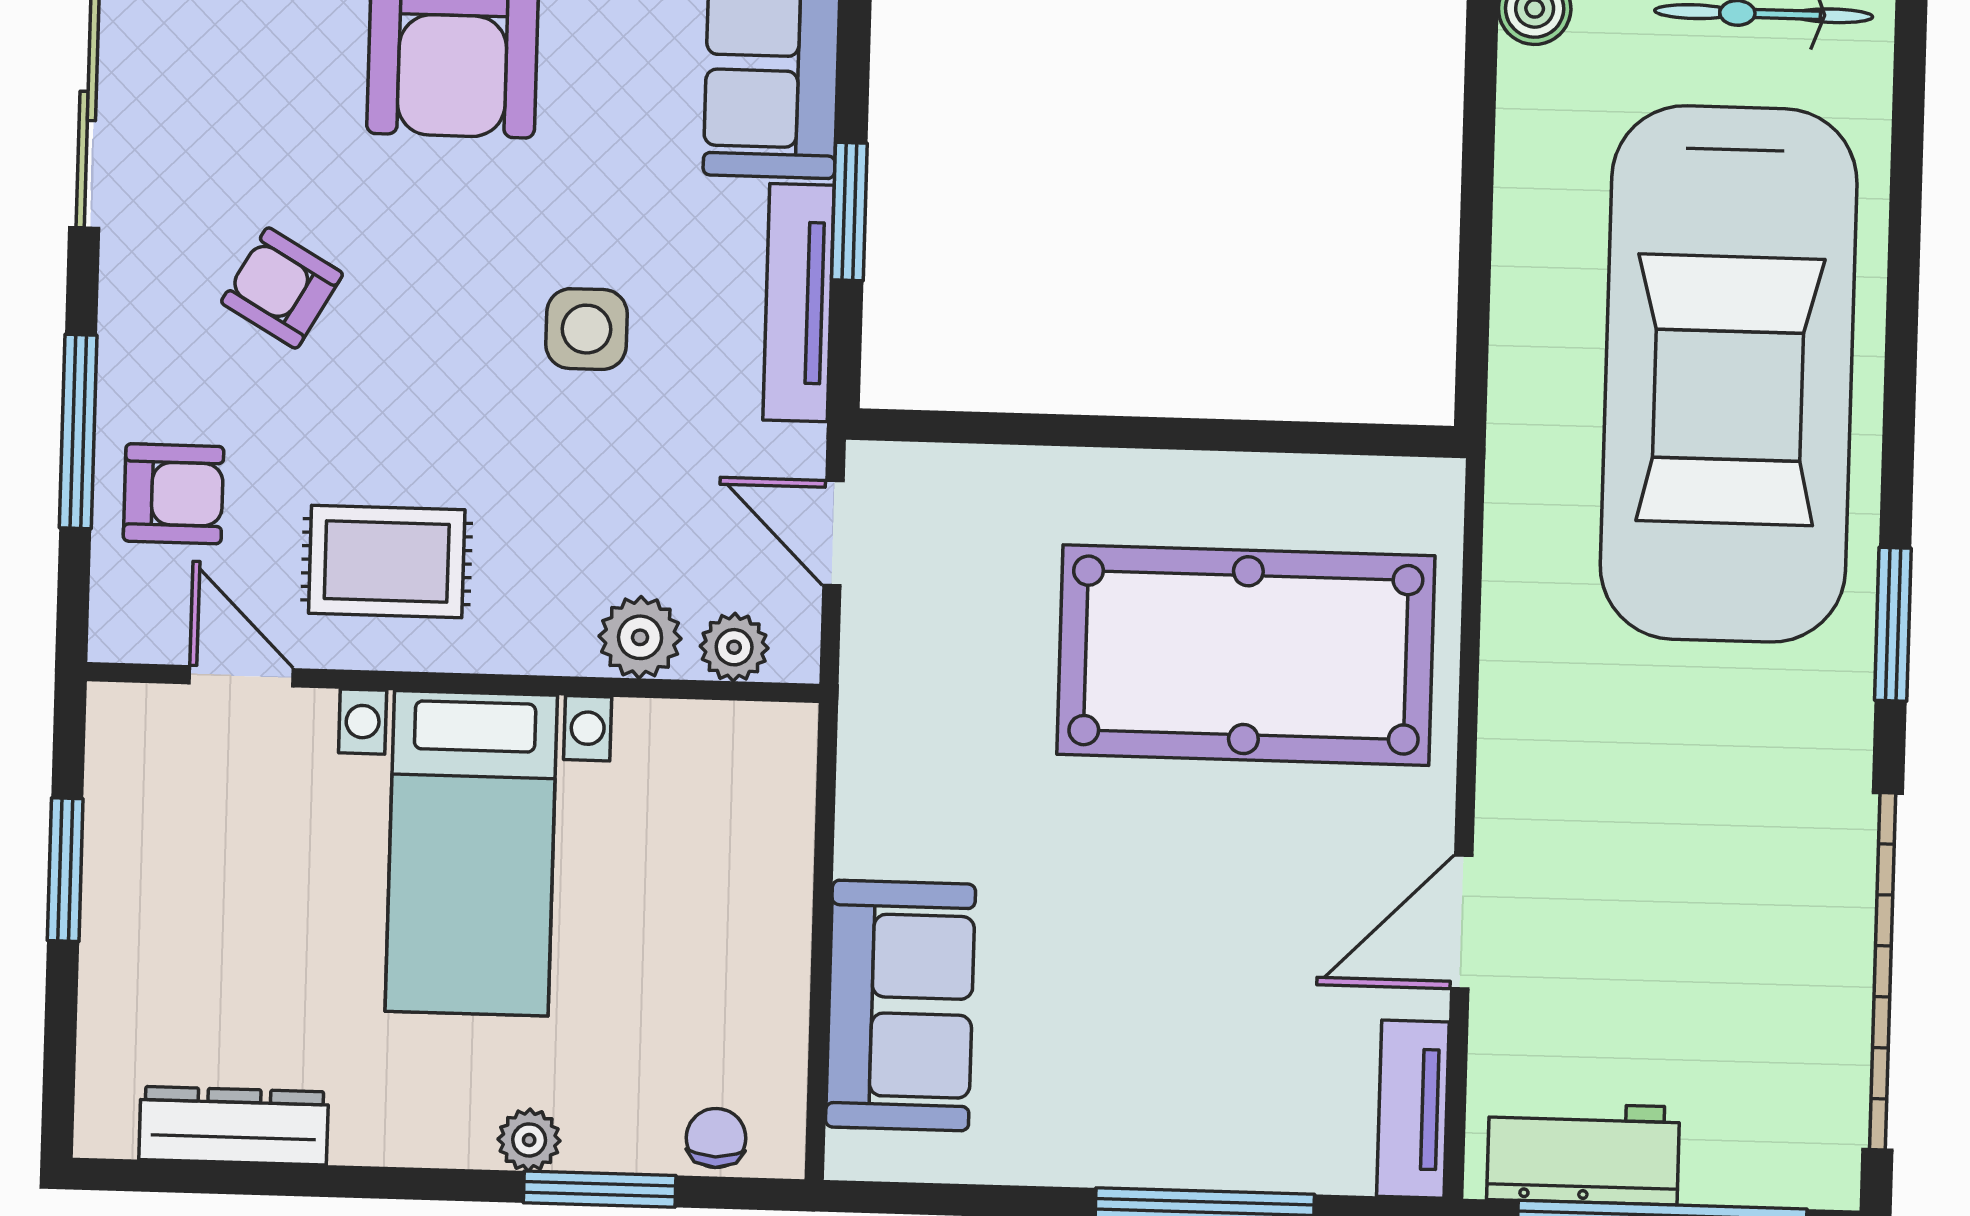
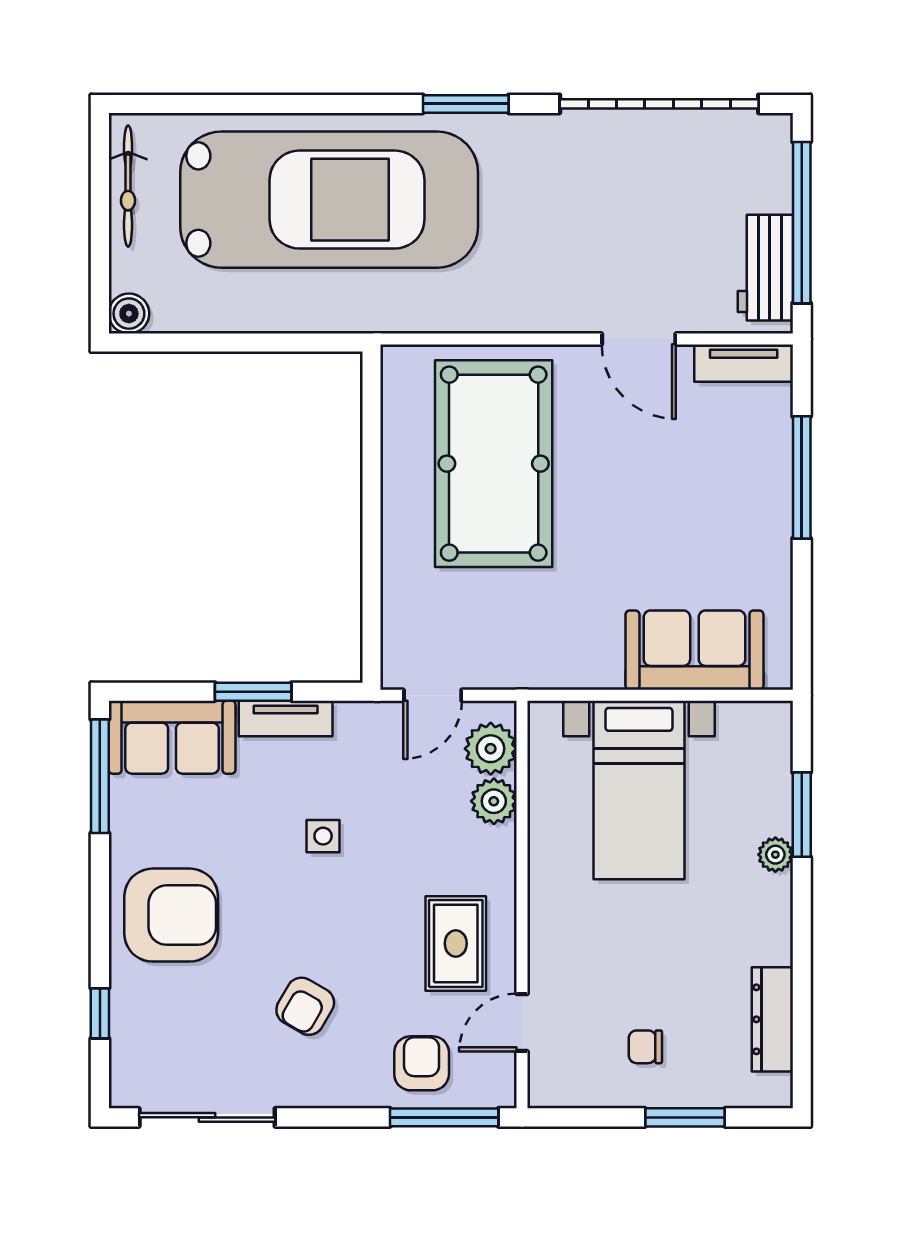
tv unit: (799, 303) -> (286, 718), width x0.71
side table: (586, 329) -> (323, 836), width x0.73, depth x0.73
window: (78, 432) -> (444, 1117), moved
plant: (734, 647) -> (491, 749), width x1.38, depth x1.38
bed with nightstands: (471, 853) -> (639, 790), moved, turned 90
window: (65, 870) -> (685, 1117), moved
chair: (716, 1138) -> (645, 1047), moved

